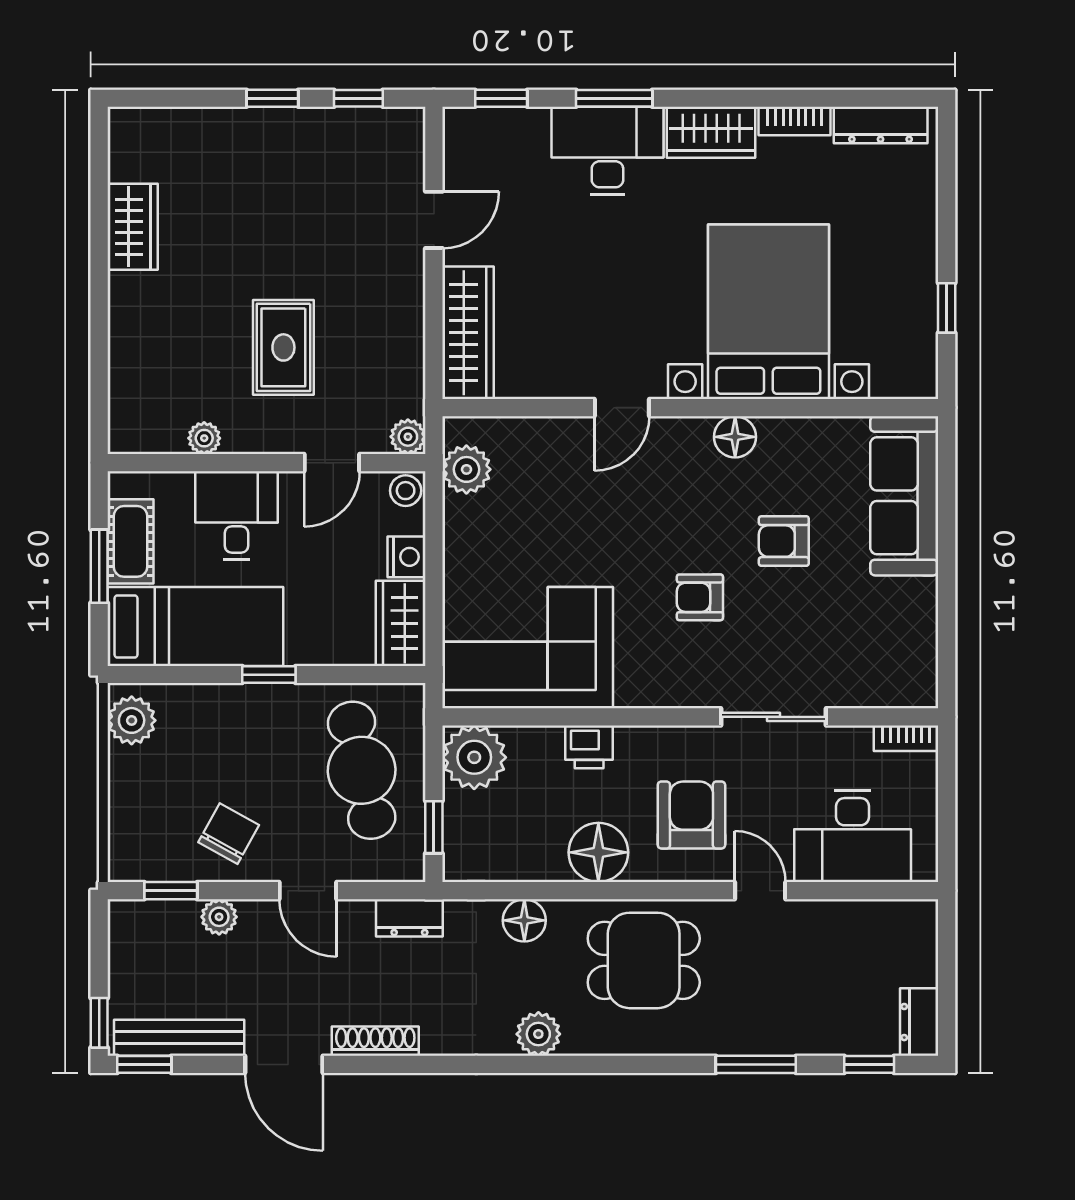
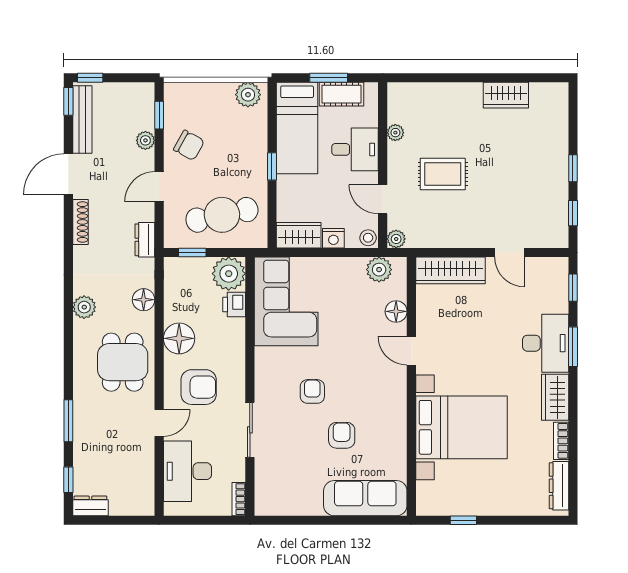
floor lamp: (735, 437) -> (396, 311), moved
printer: (589, 747) -> (234, 304), moved

